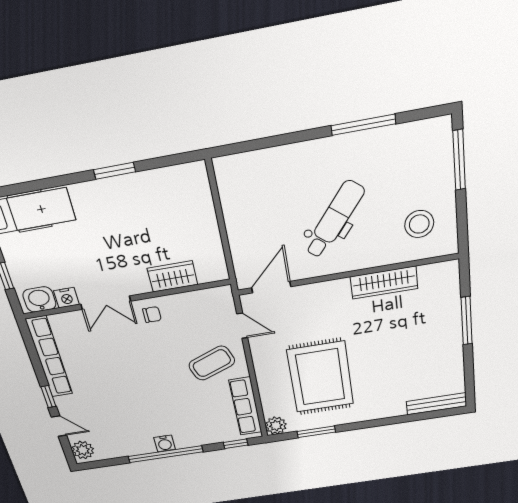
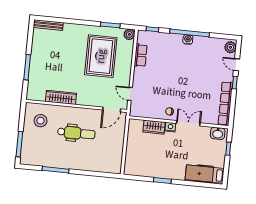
dental chair: (334, 220) -> (76, 133), turned -129
nightstand: (67, 298) -> (170, 127), moved
coffee table: (212, 363) -> (150, 78), removed
row of seats: (245, 406) -> (141, 55), width x0.68

